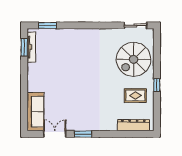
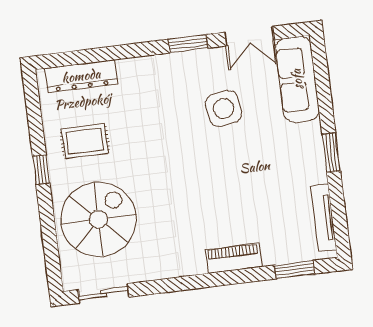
piano: (74, 34) -> (234, 258), added
window: (24, 47) -> (331, 153), moved
side table: (71, 103) -> (224, 108), added

